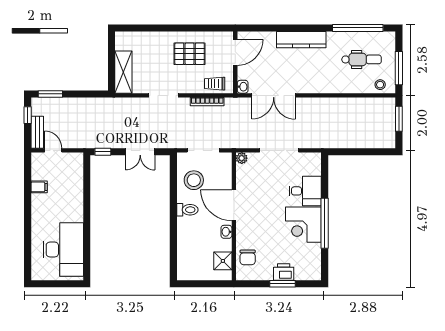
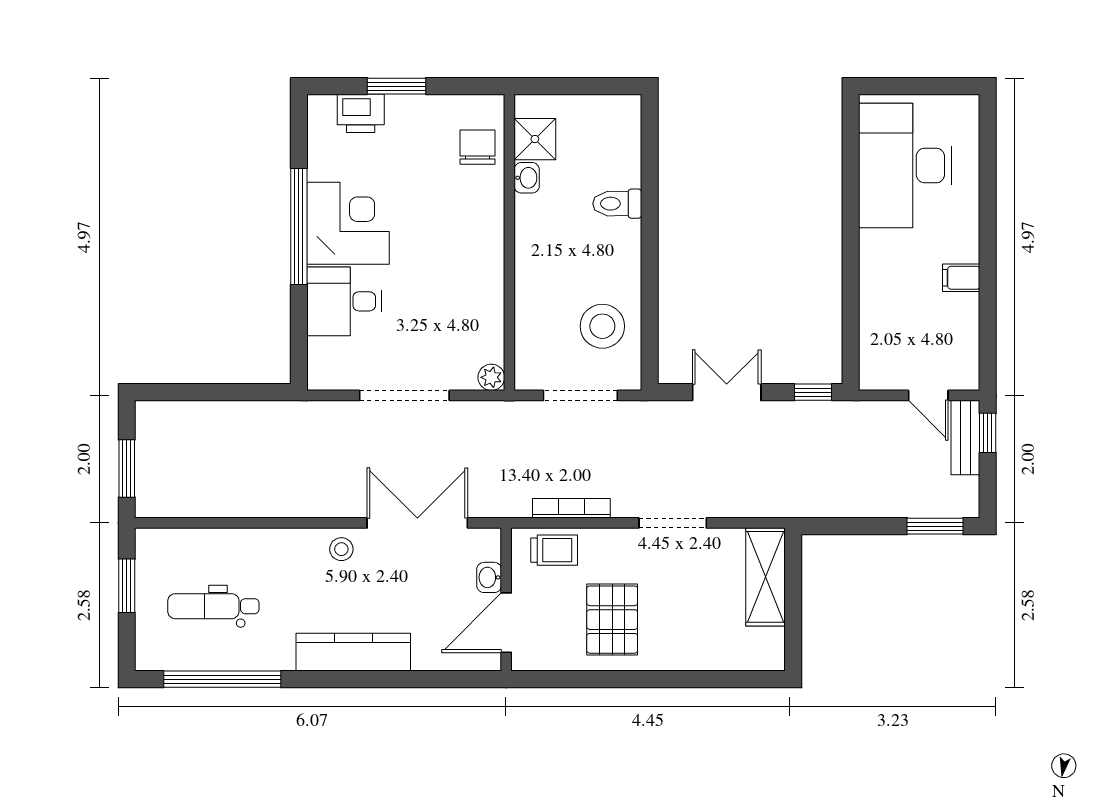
pallet: (190, 54) -> (612, 620), turned 90
window: (399, 68) -> (127, 586), width x0.69
stool: (380, 85) -> (341, 549), moved
washbasin: (243, 87) -> (489, 577), moved
window: (28, 115) -> (988, 433), moved
filing cabinet: (39, 187) -> (961, 278), moved
door: (234, 205) -> (509, 268), removed
toilet: (187, 210) -> (617, 204), moved
washbasin: (226, 232) -> (527, 178), moved
printer: (284, 272) -> (361, 113), moved

